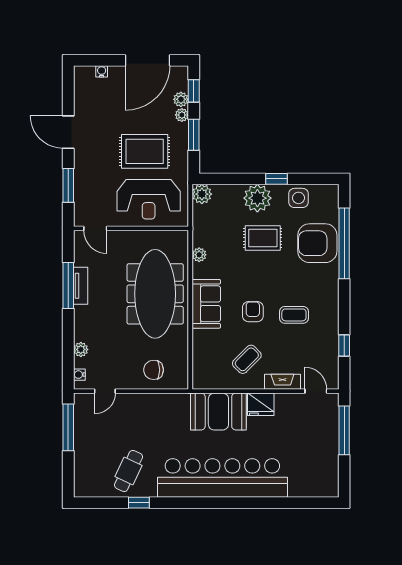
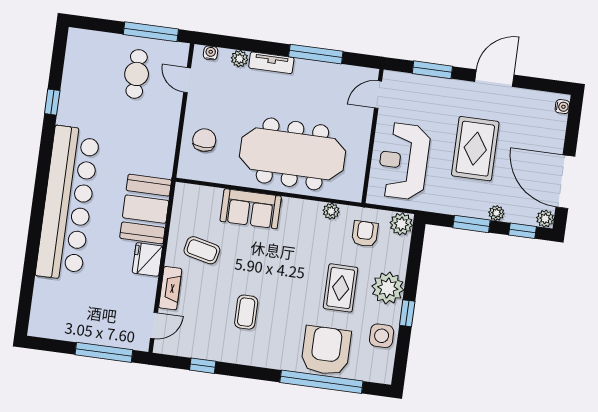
water cooler: (102, 71) -> (562, 107), moved
plant: (181, 99) -> (545, 219), moved
rug: (145, 151) -> (475, 149), moved
tv unit: (81, 286) -> (271, 63), moved
sofa: (206, 304) -> (251, 209), moved
armchair: (253, 312) -> (365, 234), moved, turned -90
coffee table: (247, 359) -> (202, 250), turned -32
cafe table: (129, 471) -> (137, 74), moved, turned 65

